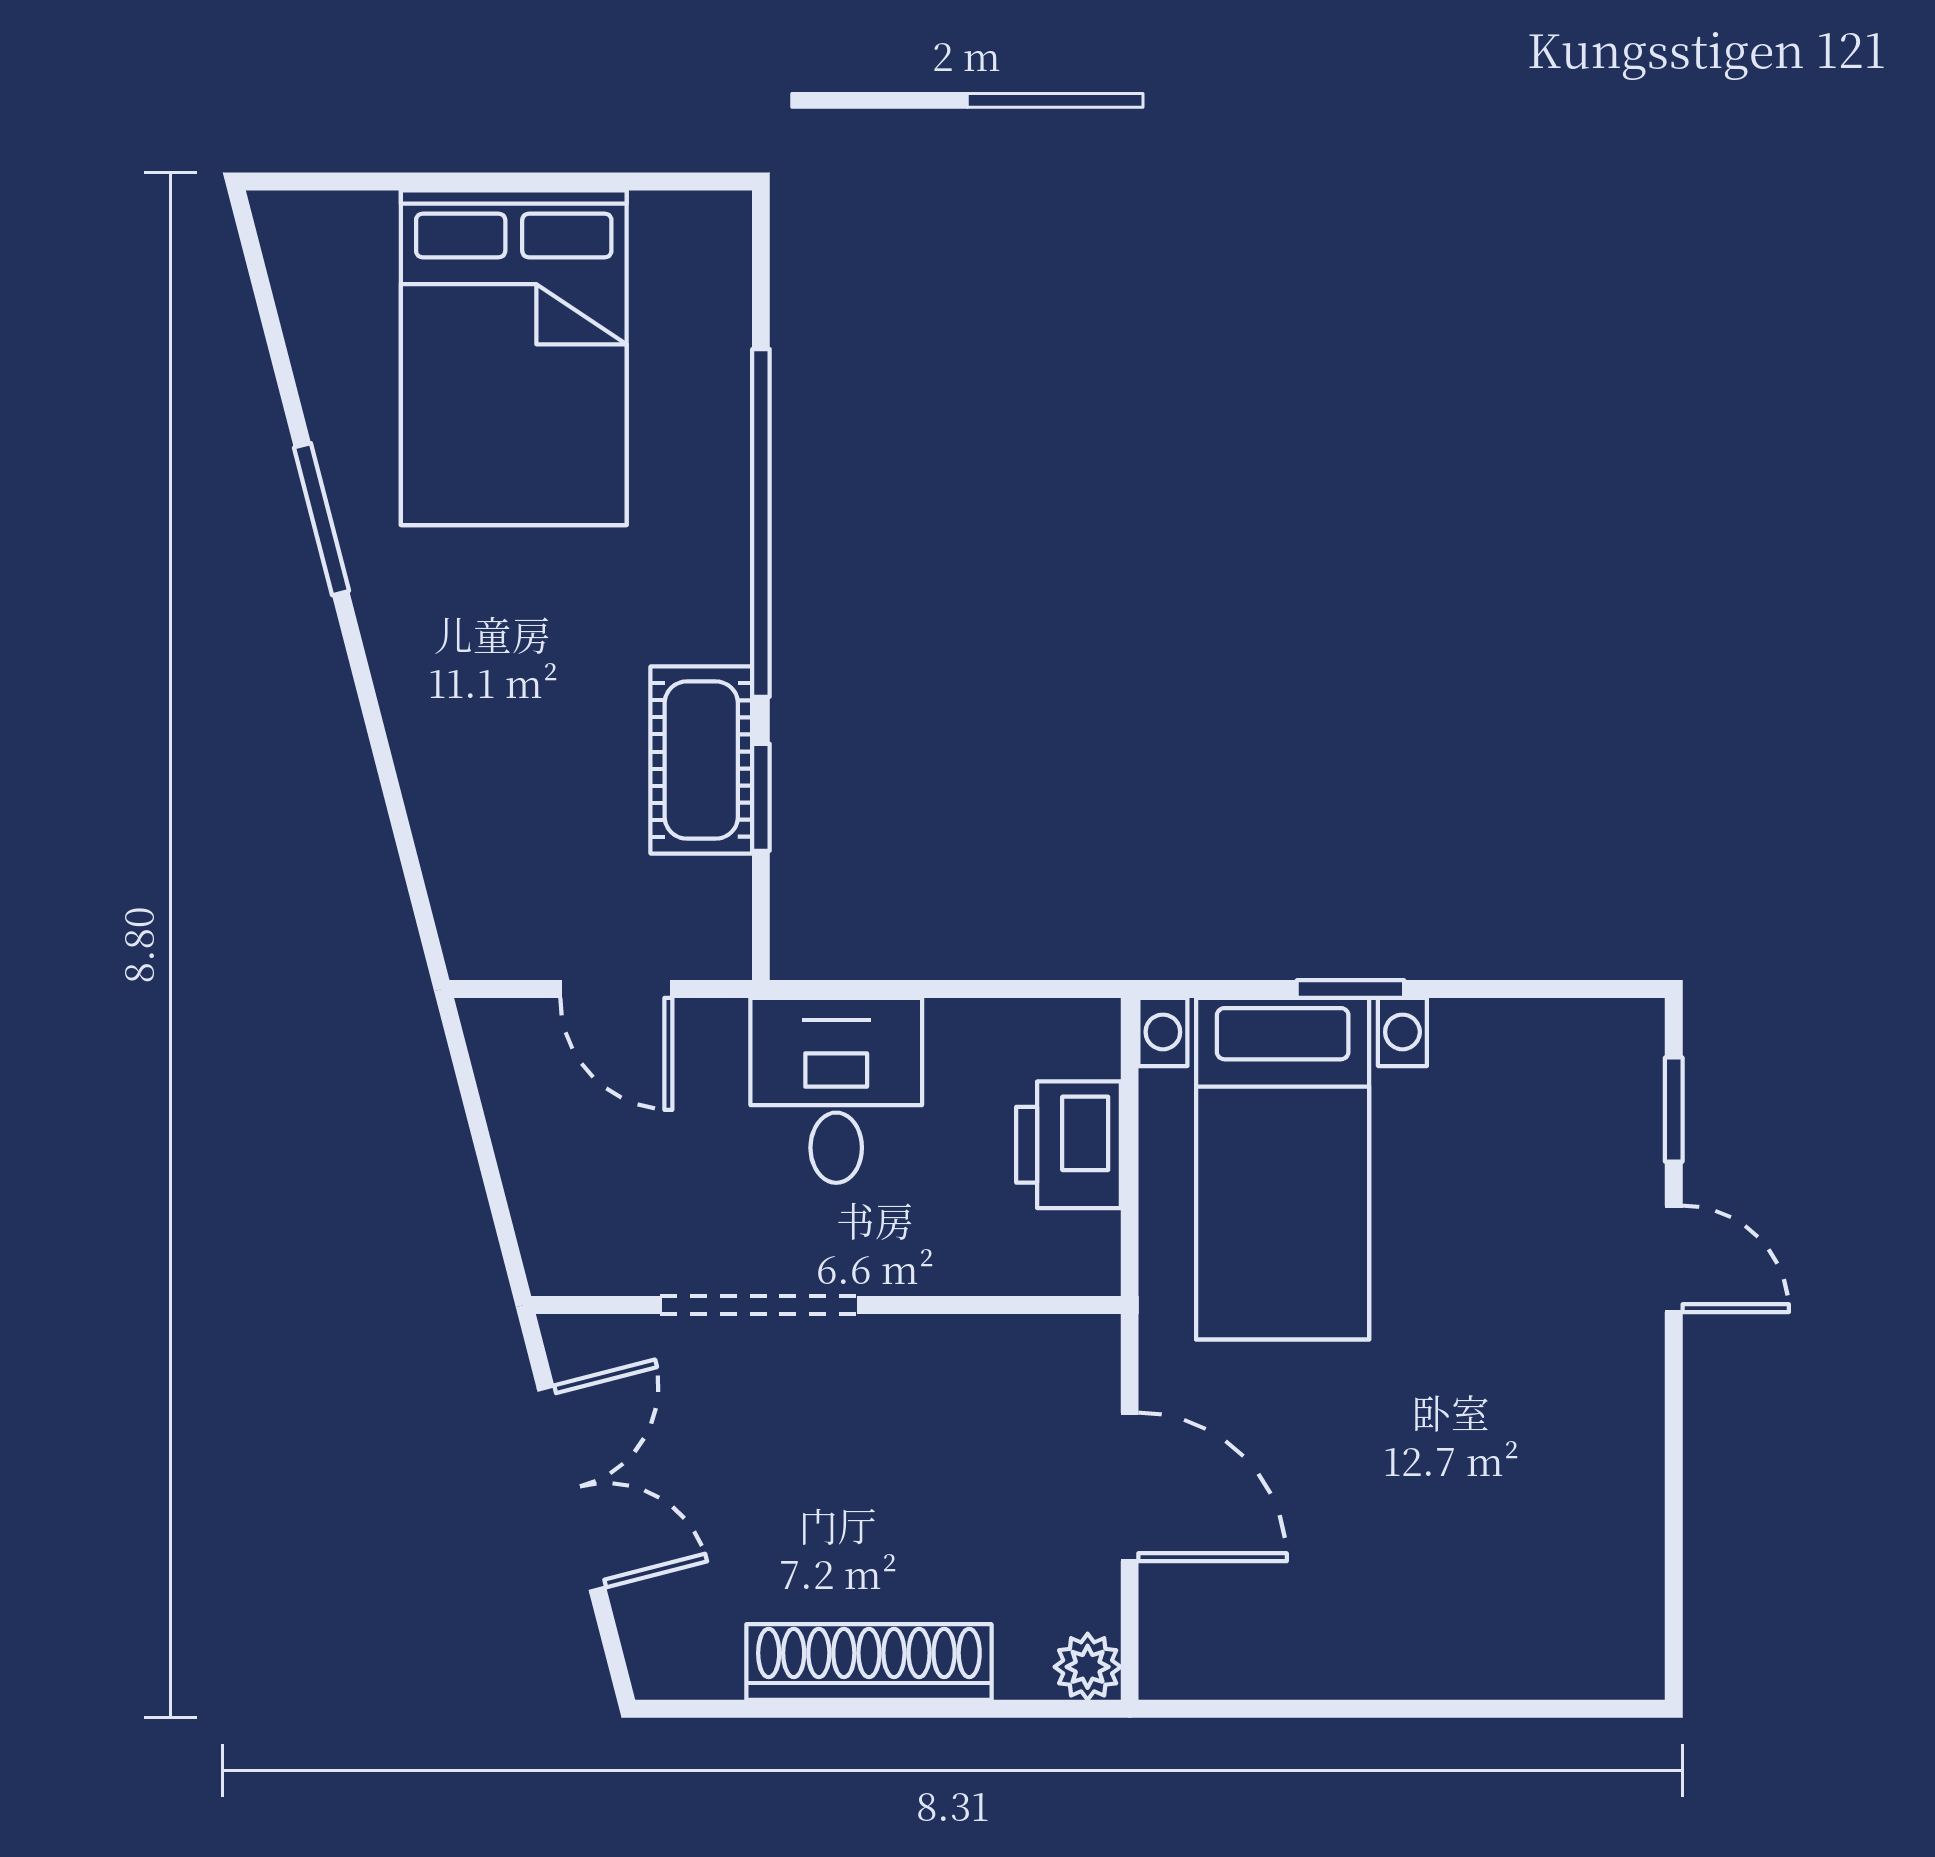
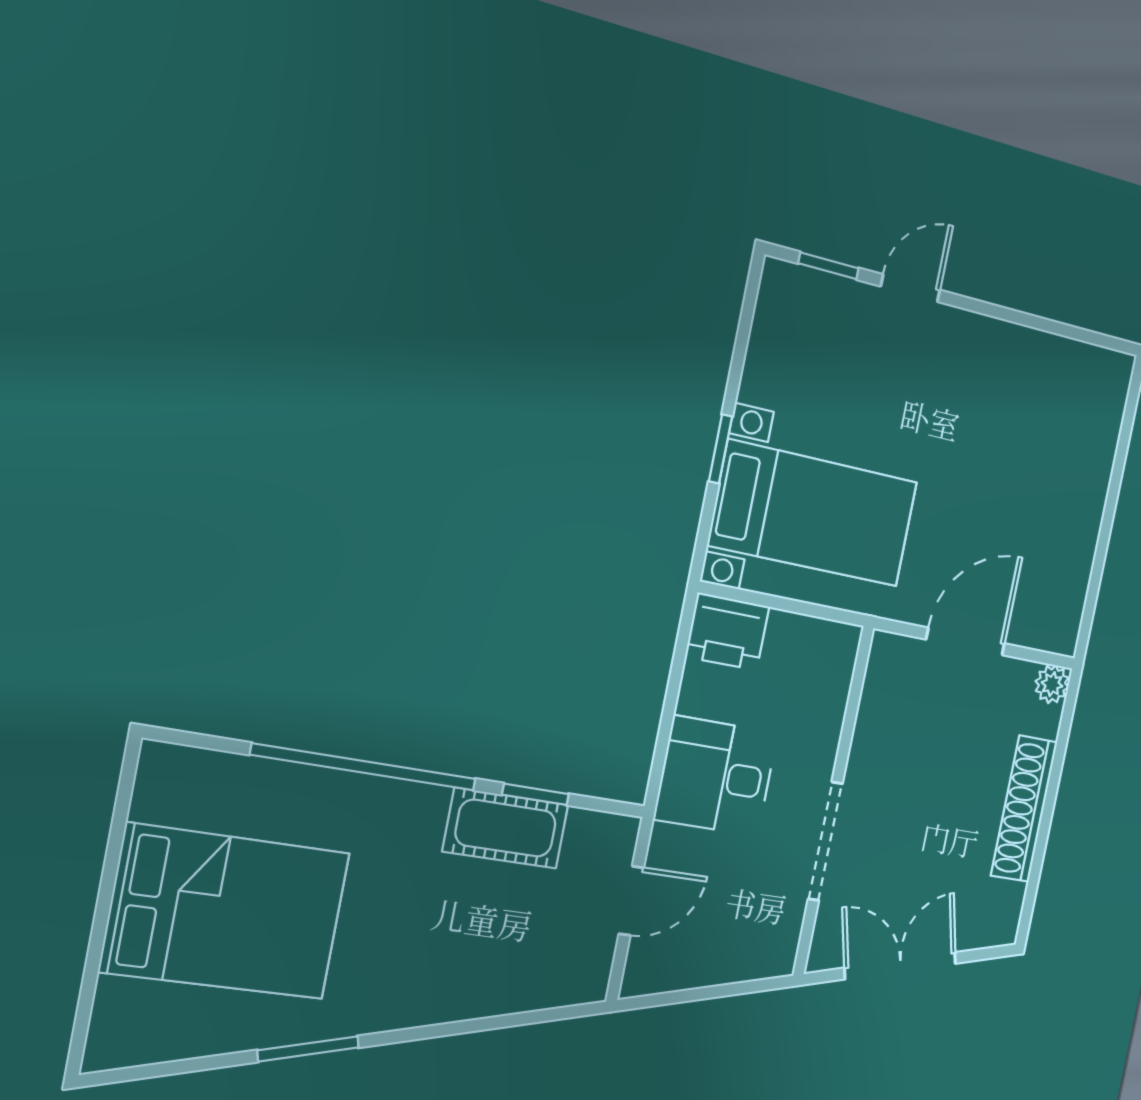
printer: (1068, 1145) -> (727, 632), moved

